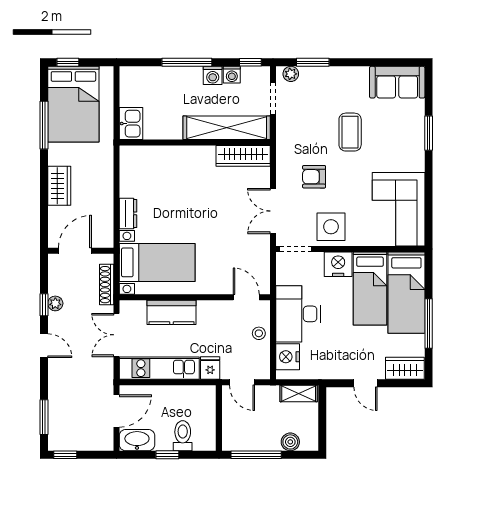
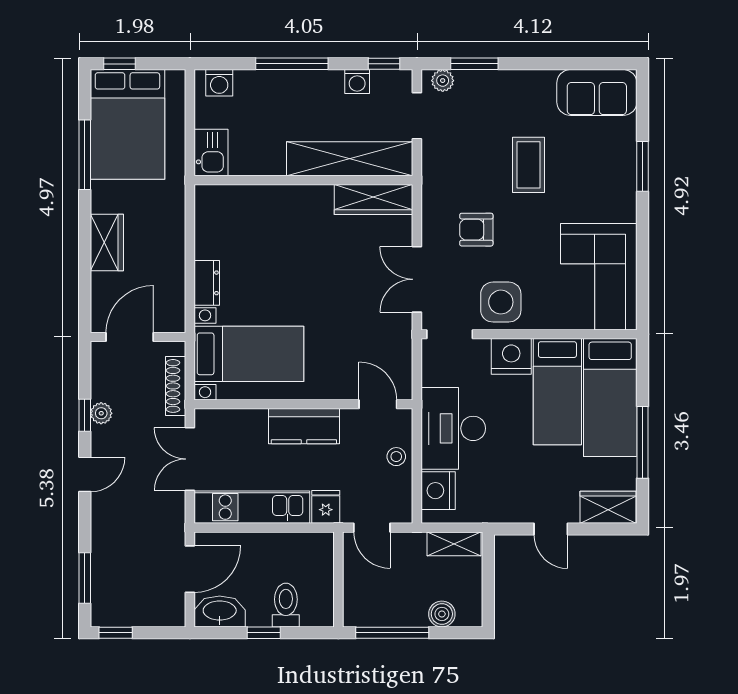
washing machine: (213, 75) -> (219, 83), moved
kitchen counter: (171, 312) -> (304, 426), moved
door: (44, 346) -> (85, 474), hinge flipped

